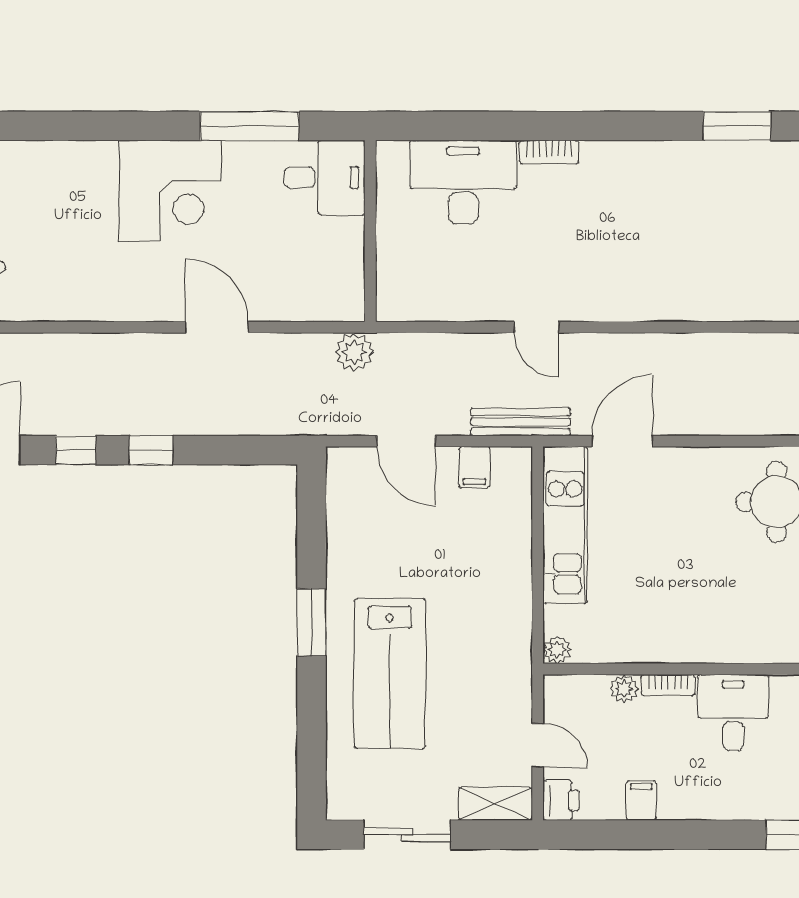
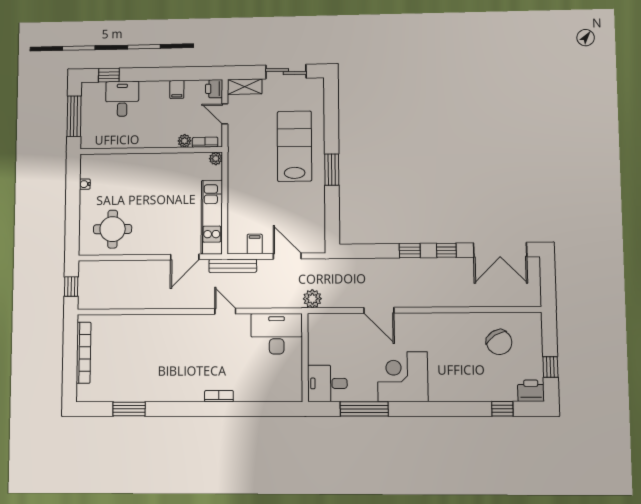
desk: (463, 182) -> (277, 334), moved, turned 180
bookcase: (668, 685) -> (205, 142), moved
desk: (733, 713) -> (122, 99), moved, turned 180

